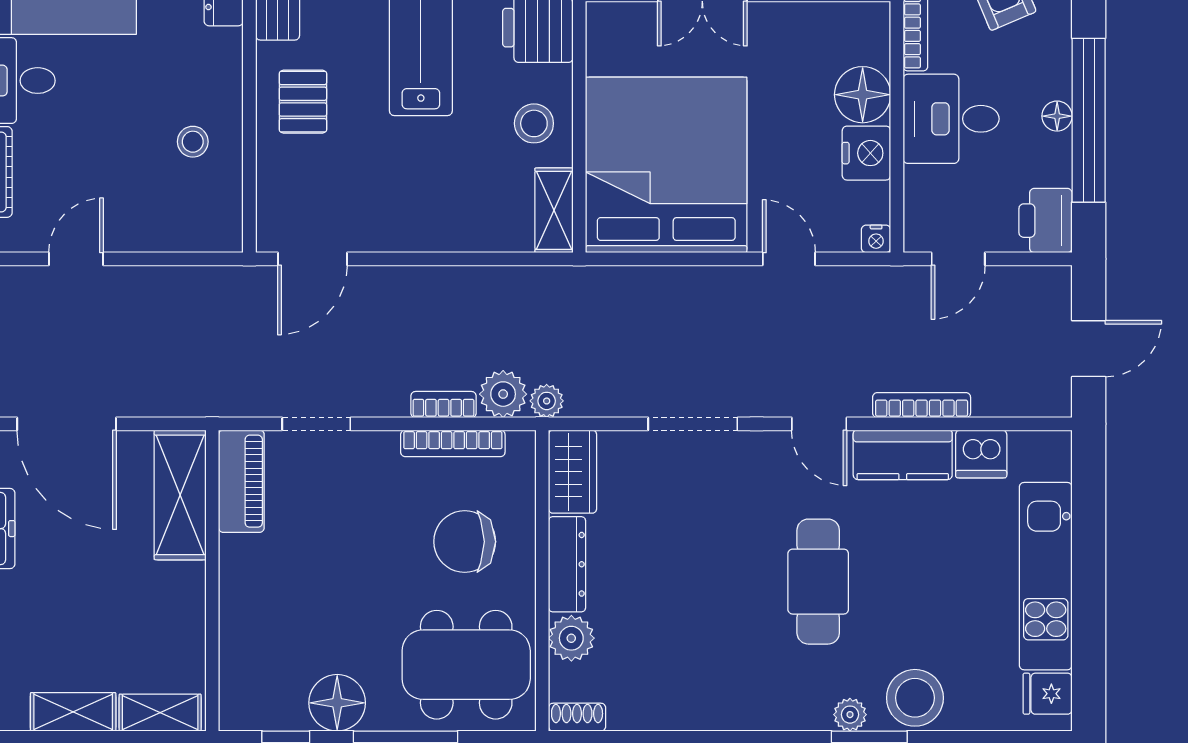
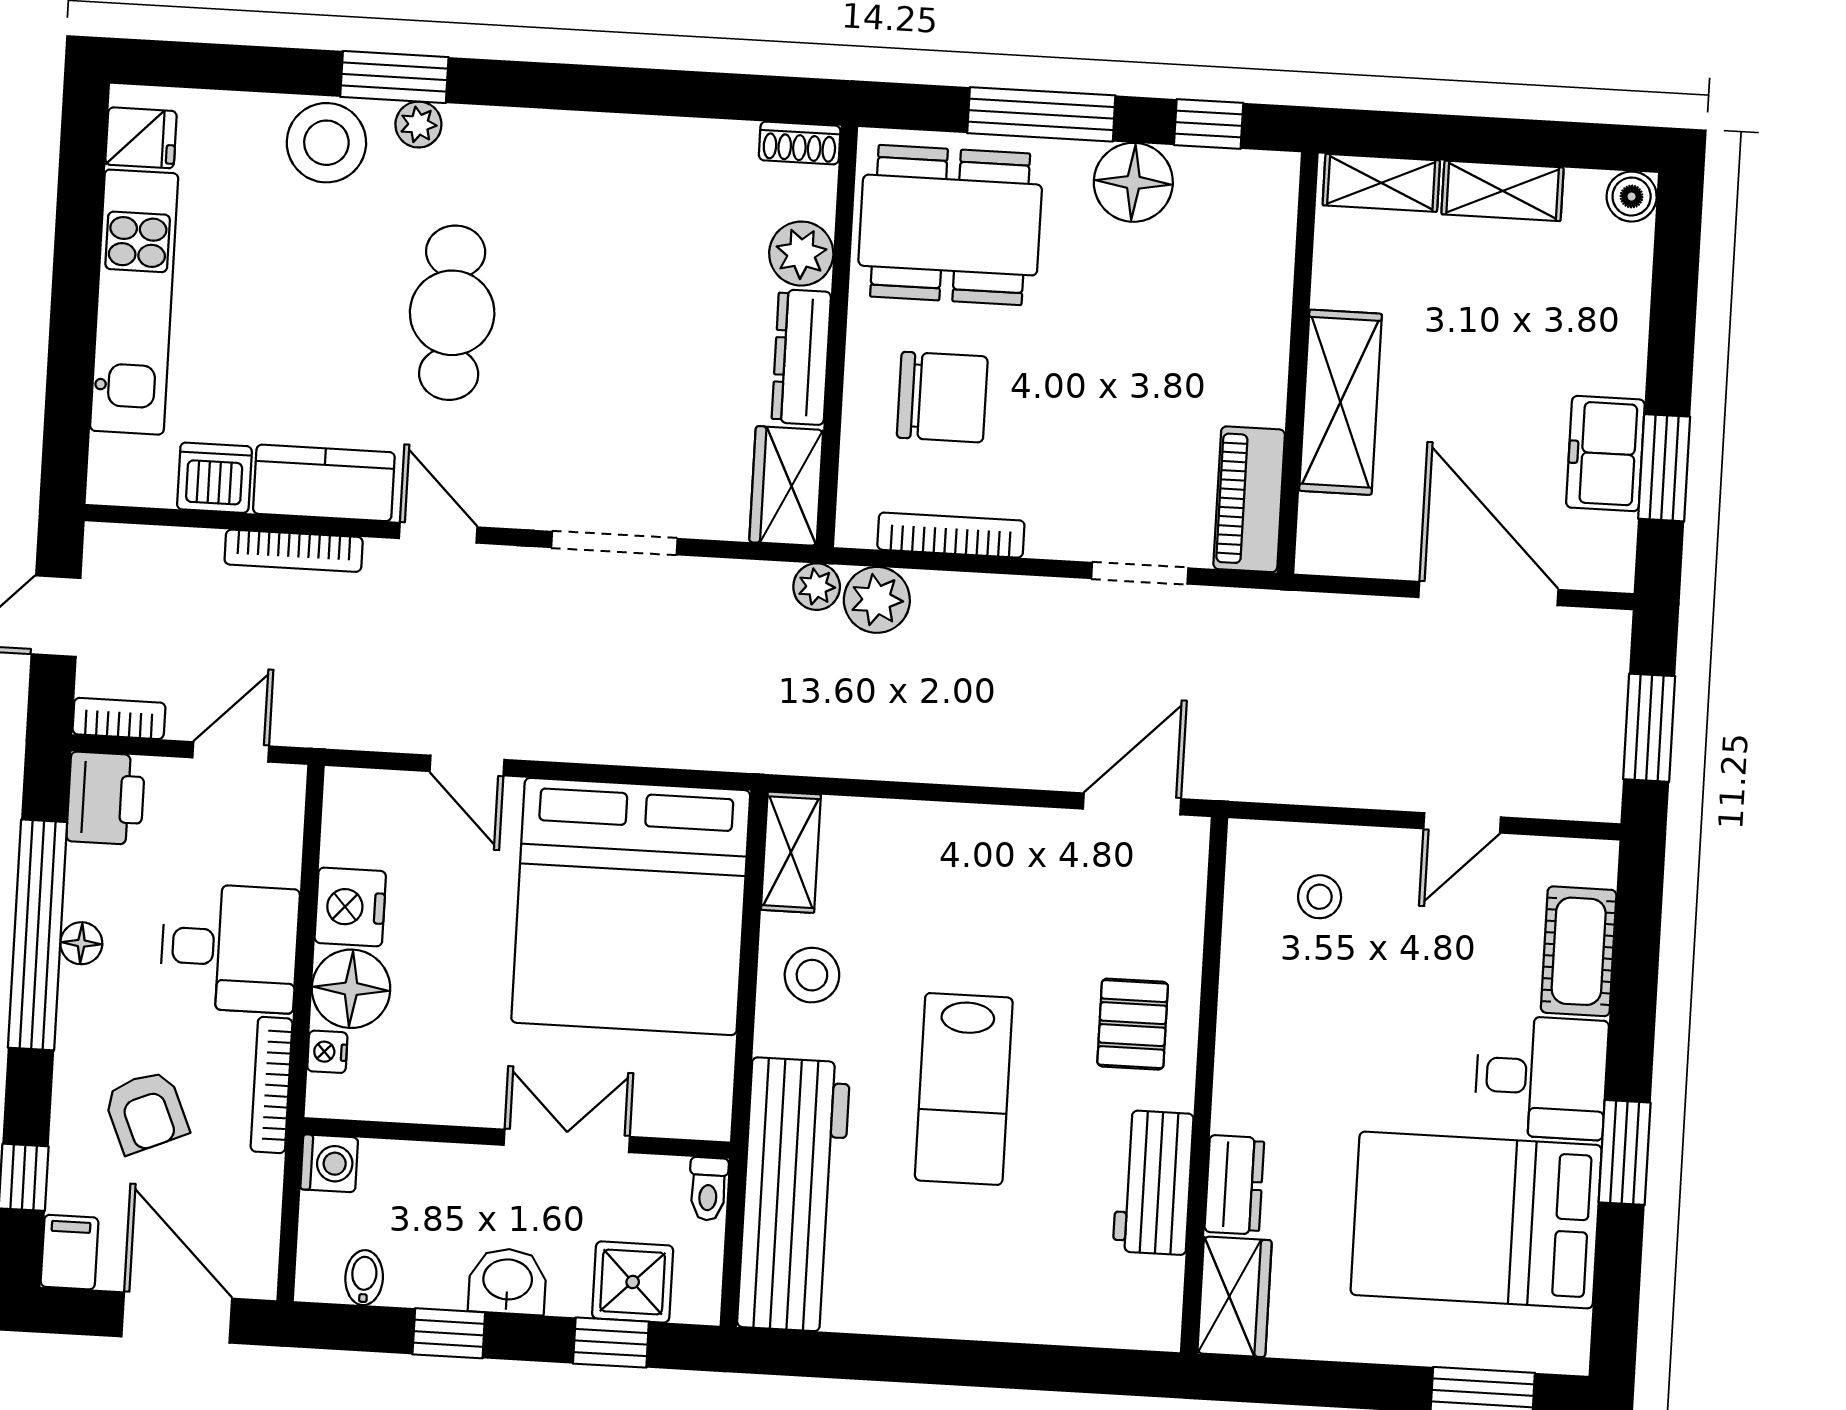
stool: (193, 142) -> (1320, 897), moved
nightstand: (876, 239) -> (327, 1052), moved, turned -90
bookcase: (444, 405) -> (119, 718), moved, turned 180
shelving: (180, 495) -> (1340, 402), moved

